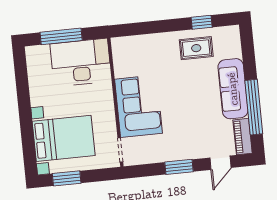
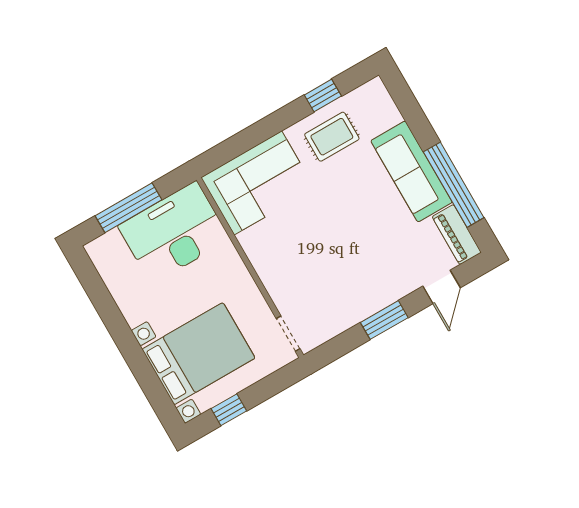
corner sofa: (138, 106) -> (258, 183), moved, turned 90
window: (67, 178) -> (229, 410), width x0.67

